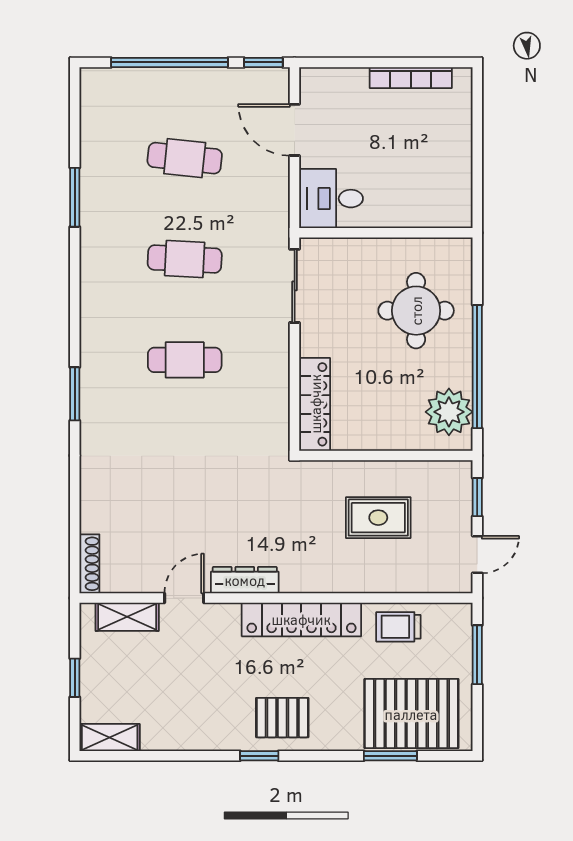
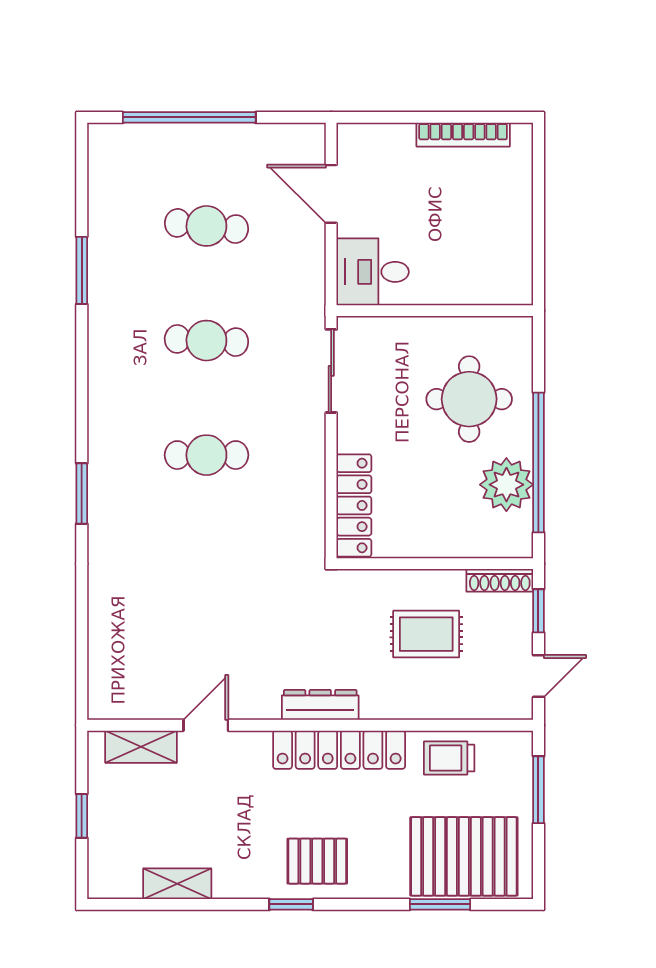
window: (263, 62) -> (296, 117), removed
plant: (449, 412) -> (506, 485), moved
shoe rack: (89, 564) -> (500, 580), moved, turned 90
dresser: (245, 580) -> (320, 705), moved
shelving: (110, 738) -> (177, 884), moved

